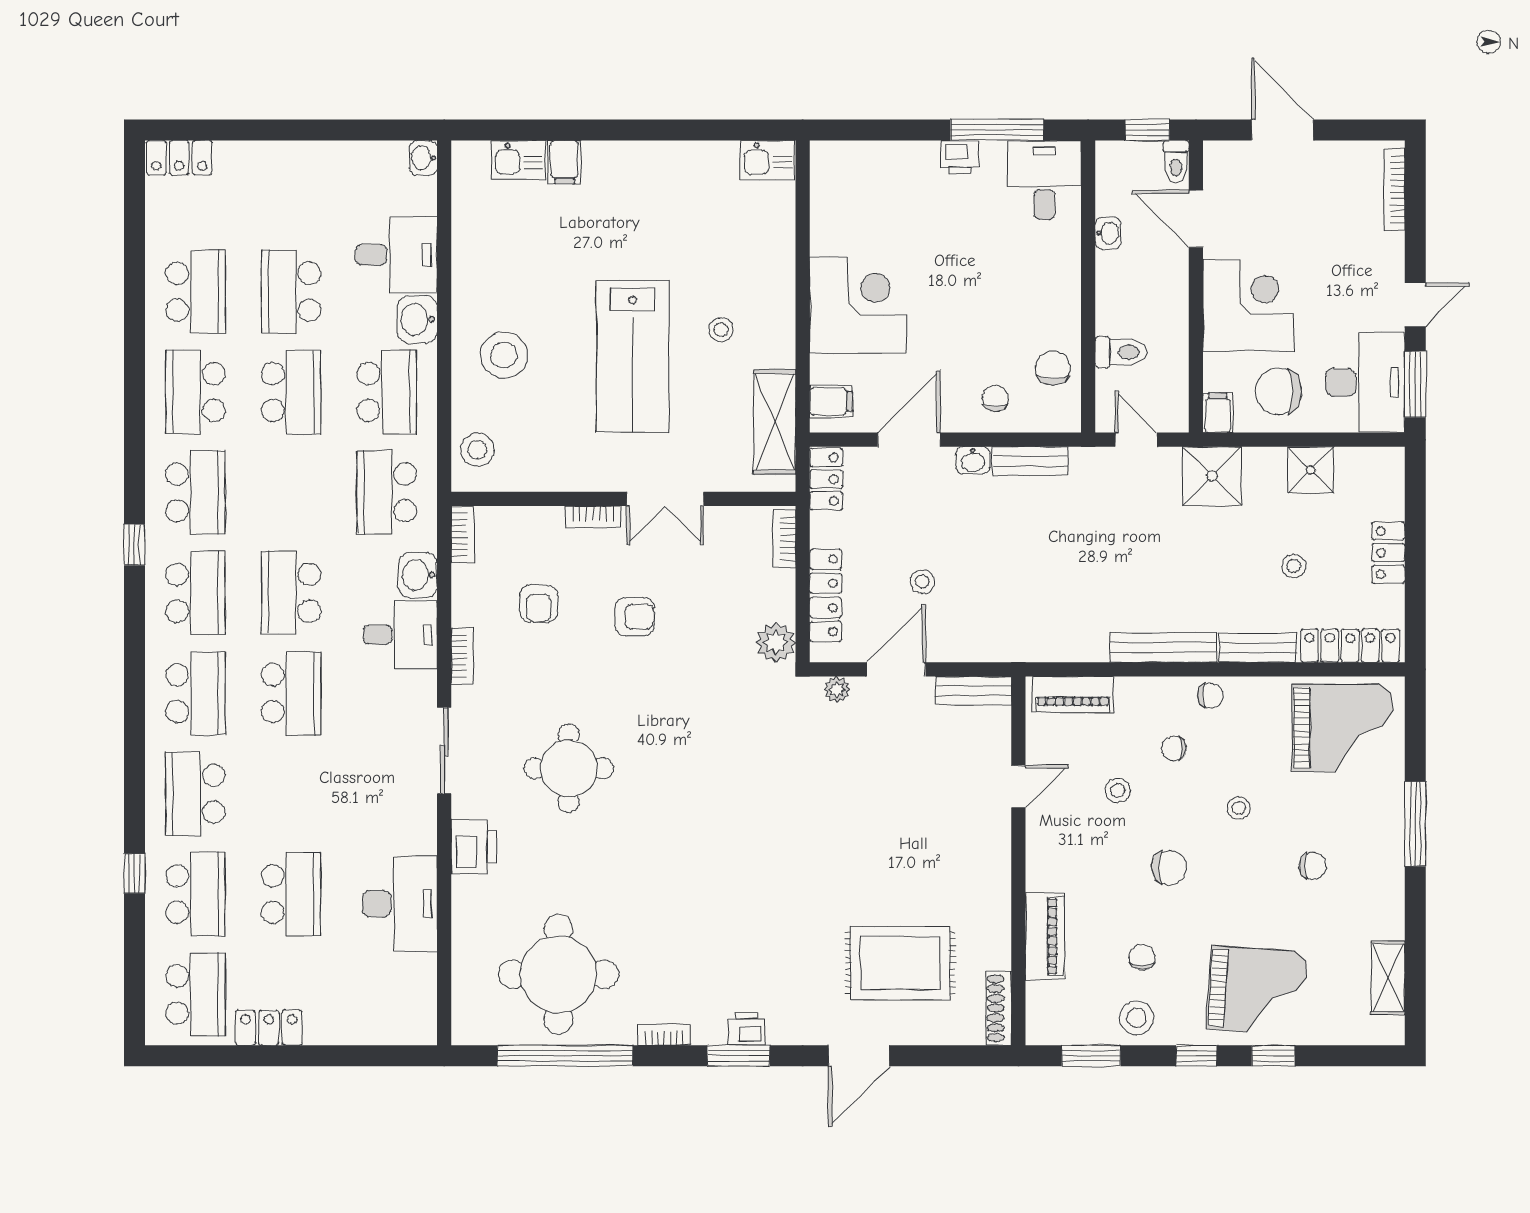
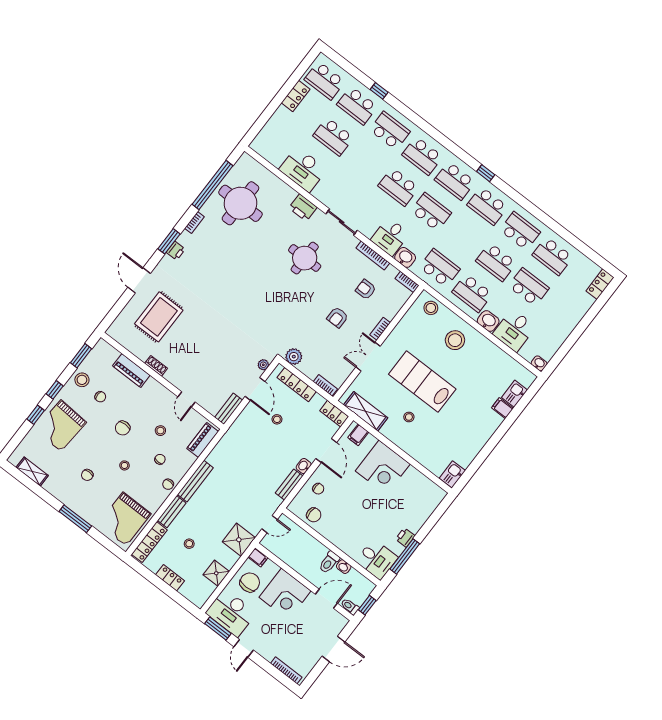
toilet: (1121, 352) -> (329, 562), moved
bookcase: (462, 656) -> (373, 256), width x1.56
shoe rack: (999, 1008) -> (156, 366), moved, width x0.70

